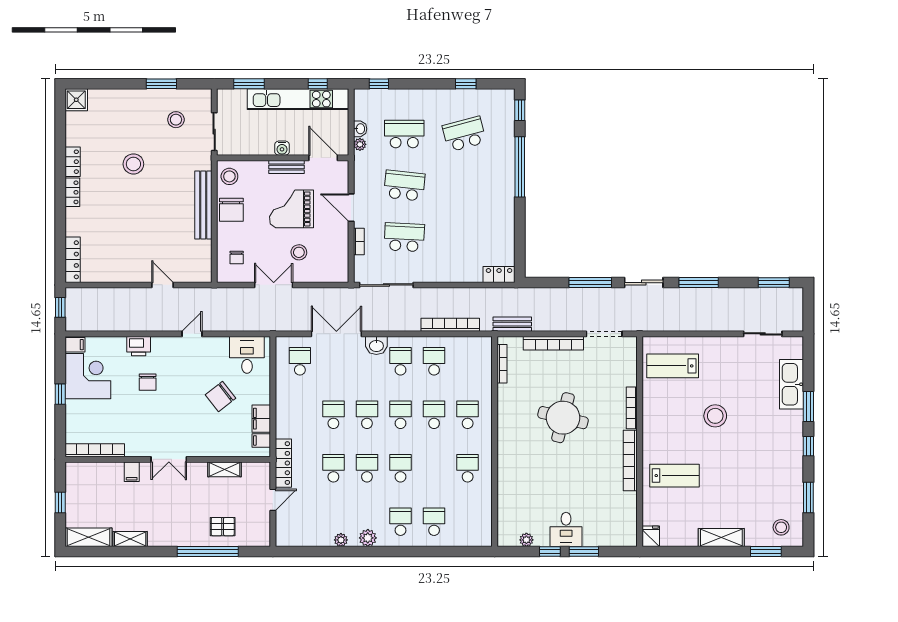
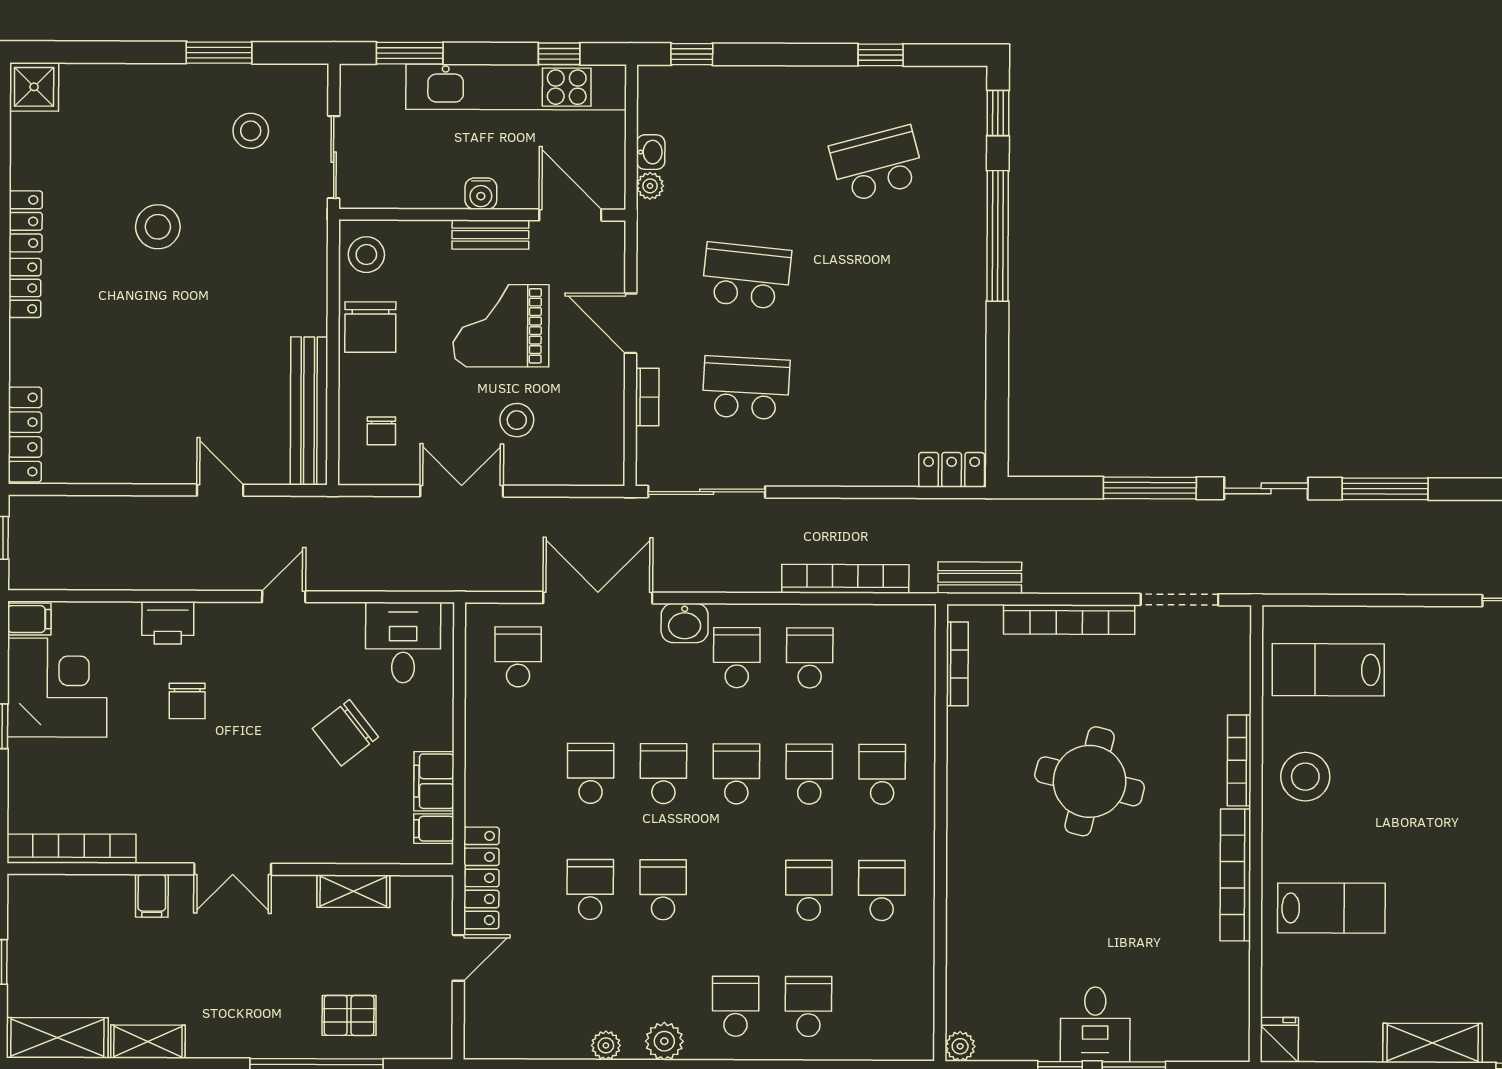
school desk: (404, 134) -> (747, 164), removed
bench: (203, 205) -> (309, 411), moved
stool: (715, 416) -> (1305, 777), moved
school desk: (400, 468) -> (809, 890), moved
plant: (526, 540) -> (960, 1046), moved

